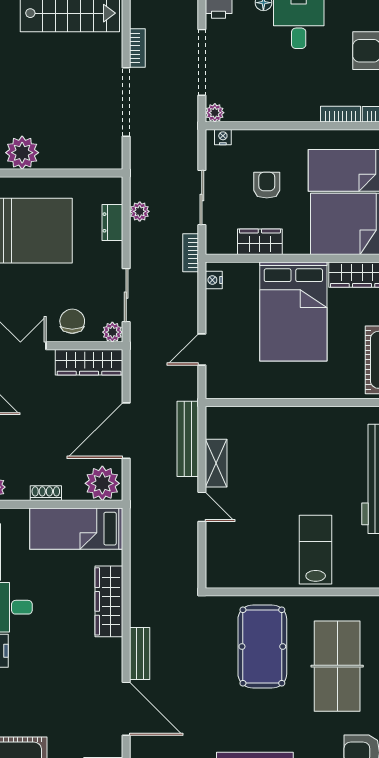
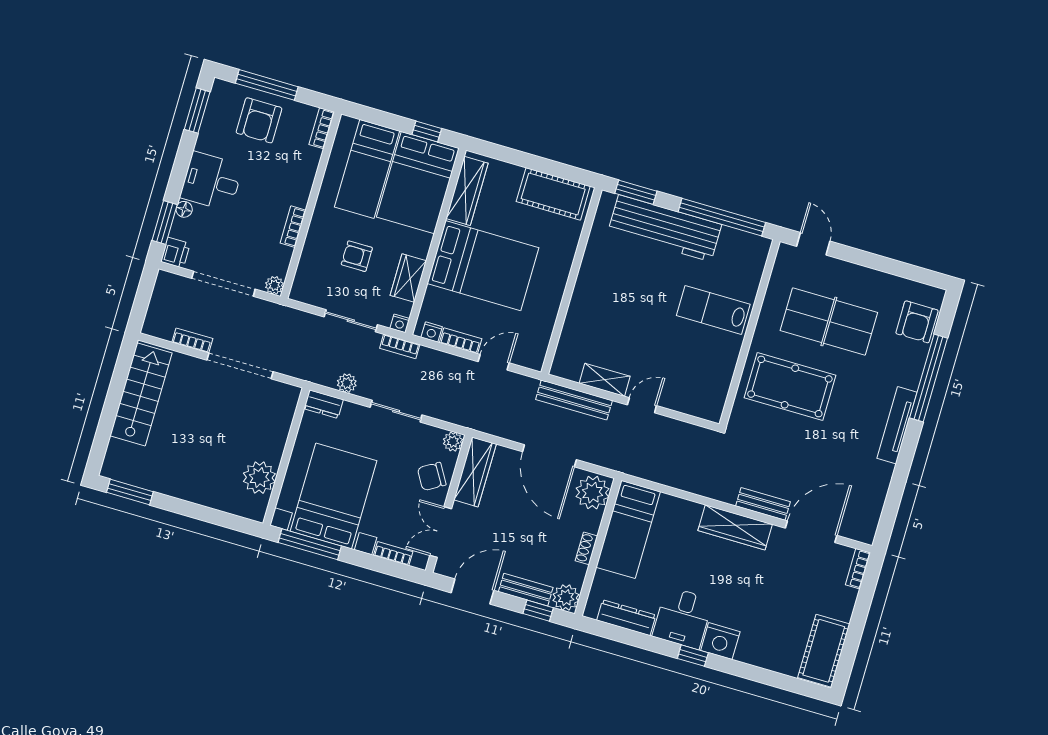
bookcase: (341, 114) -> (293, 227), moved
nightstand: (223, 137) -> (400, 323), moved, turned -90
dresser: (112, 222) -> (324, 404), moved
sliding door: (126, 295) -> (396, 411), moved
bookcase: (213, 311) -> (461, 341), added
chair: (72, 321) -> (432, 476), turned -31
door: (202, 349) -> (494, 362), swing flipped
wardrobe: (109, 601) -> (735, 527), moved

